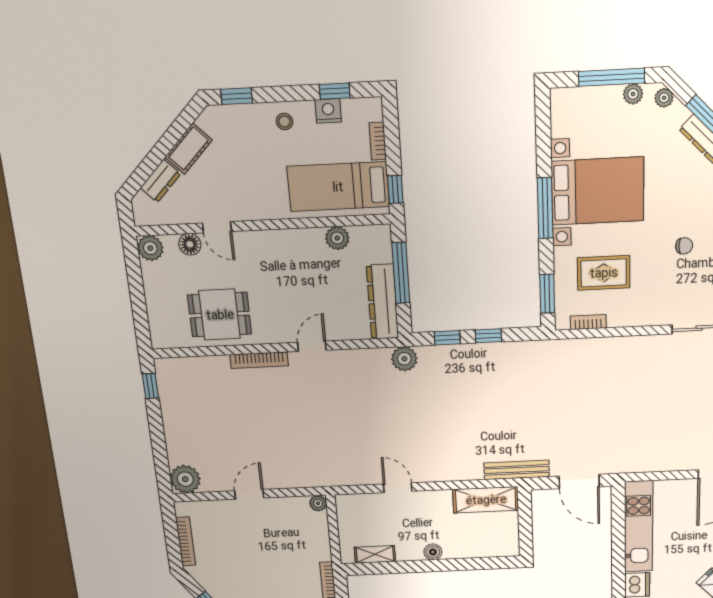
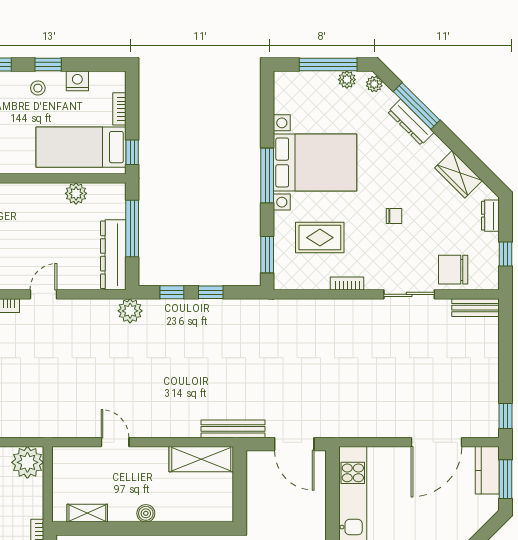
window: (335, 91) -> (48, 64), moved
bookcase: (588, 322) -> (347, 283), moved
plant: (318, 503) -> (27, 462), width x1.88, depth x1.88

